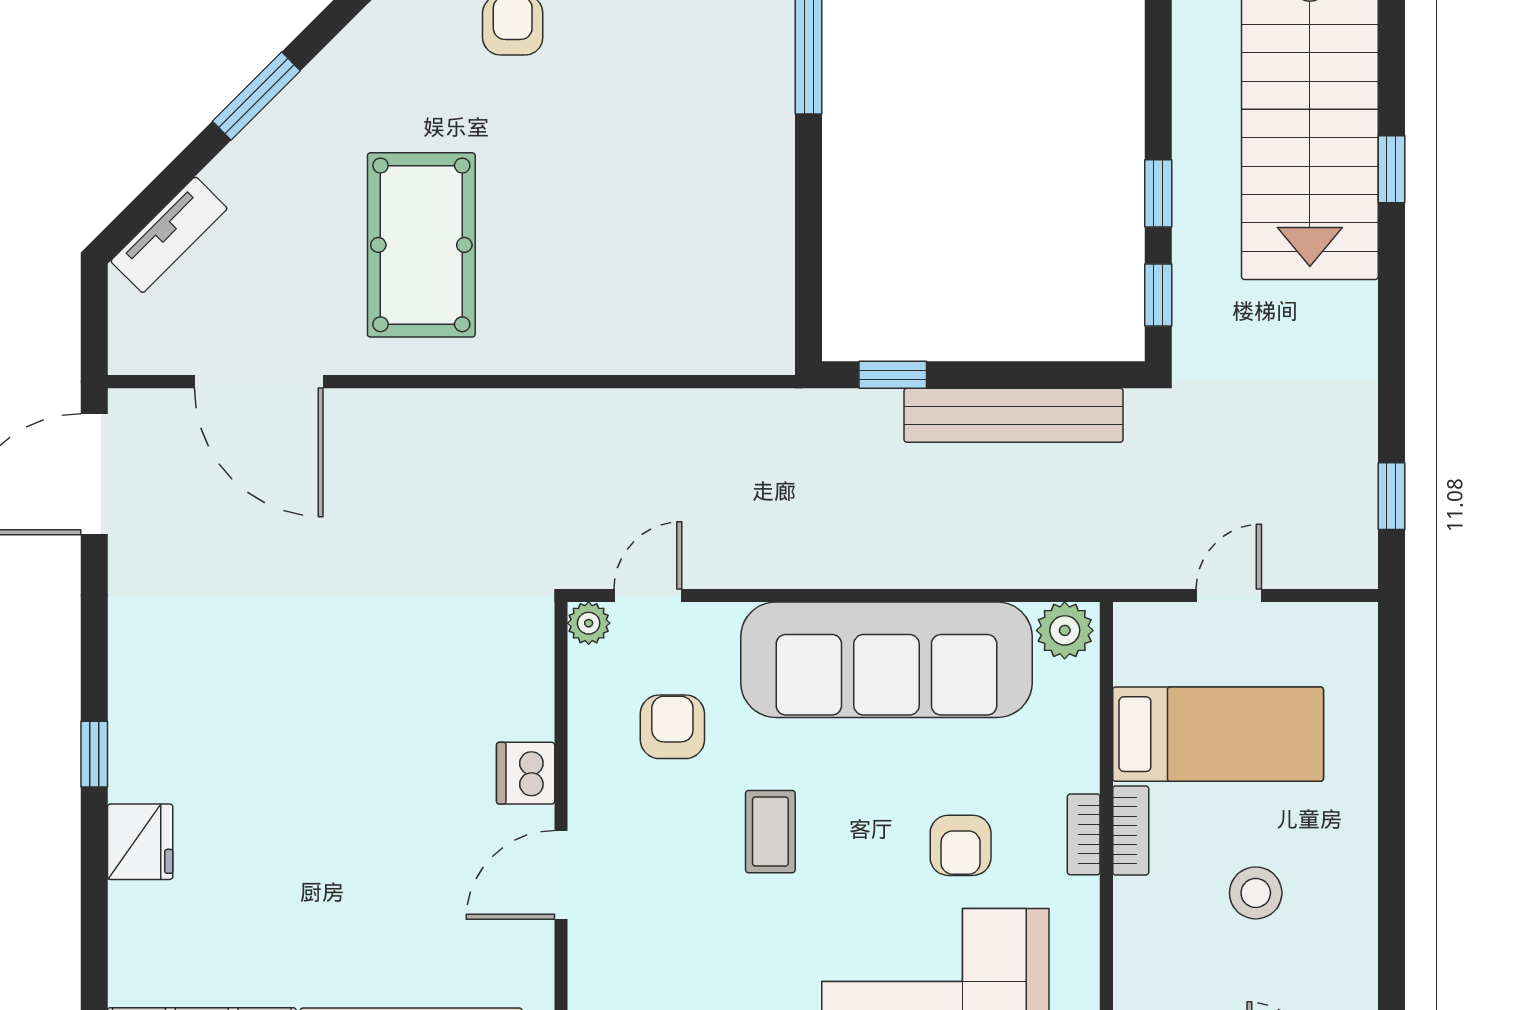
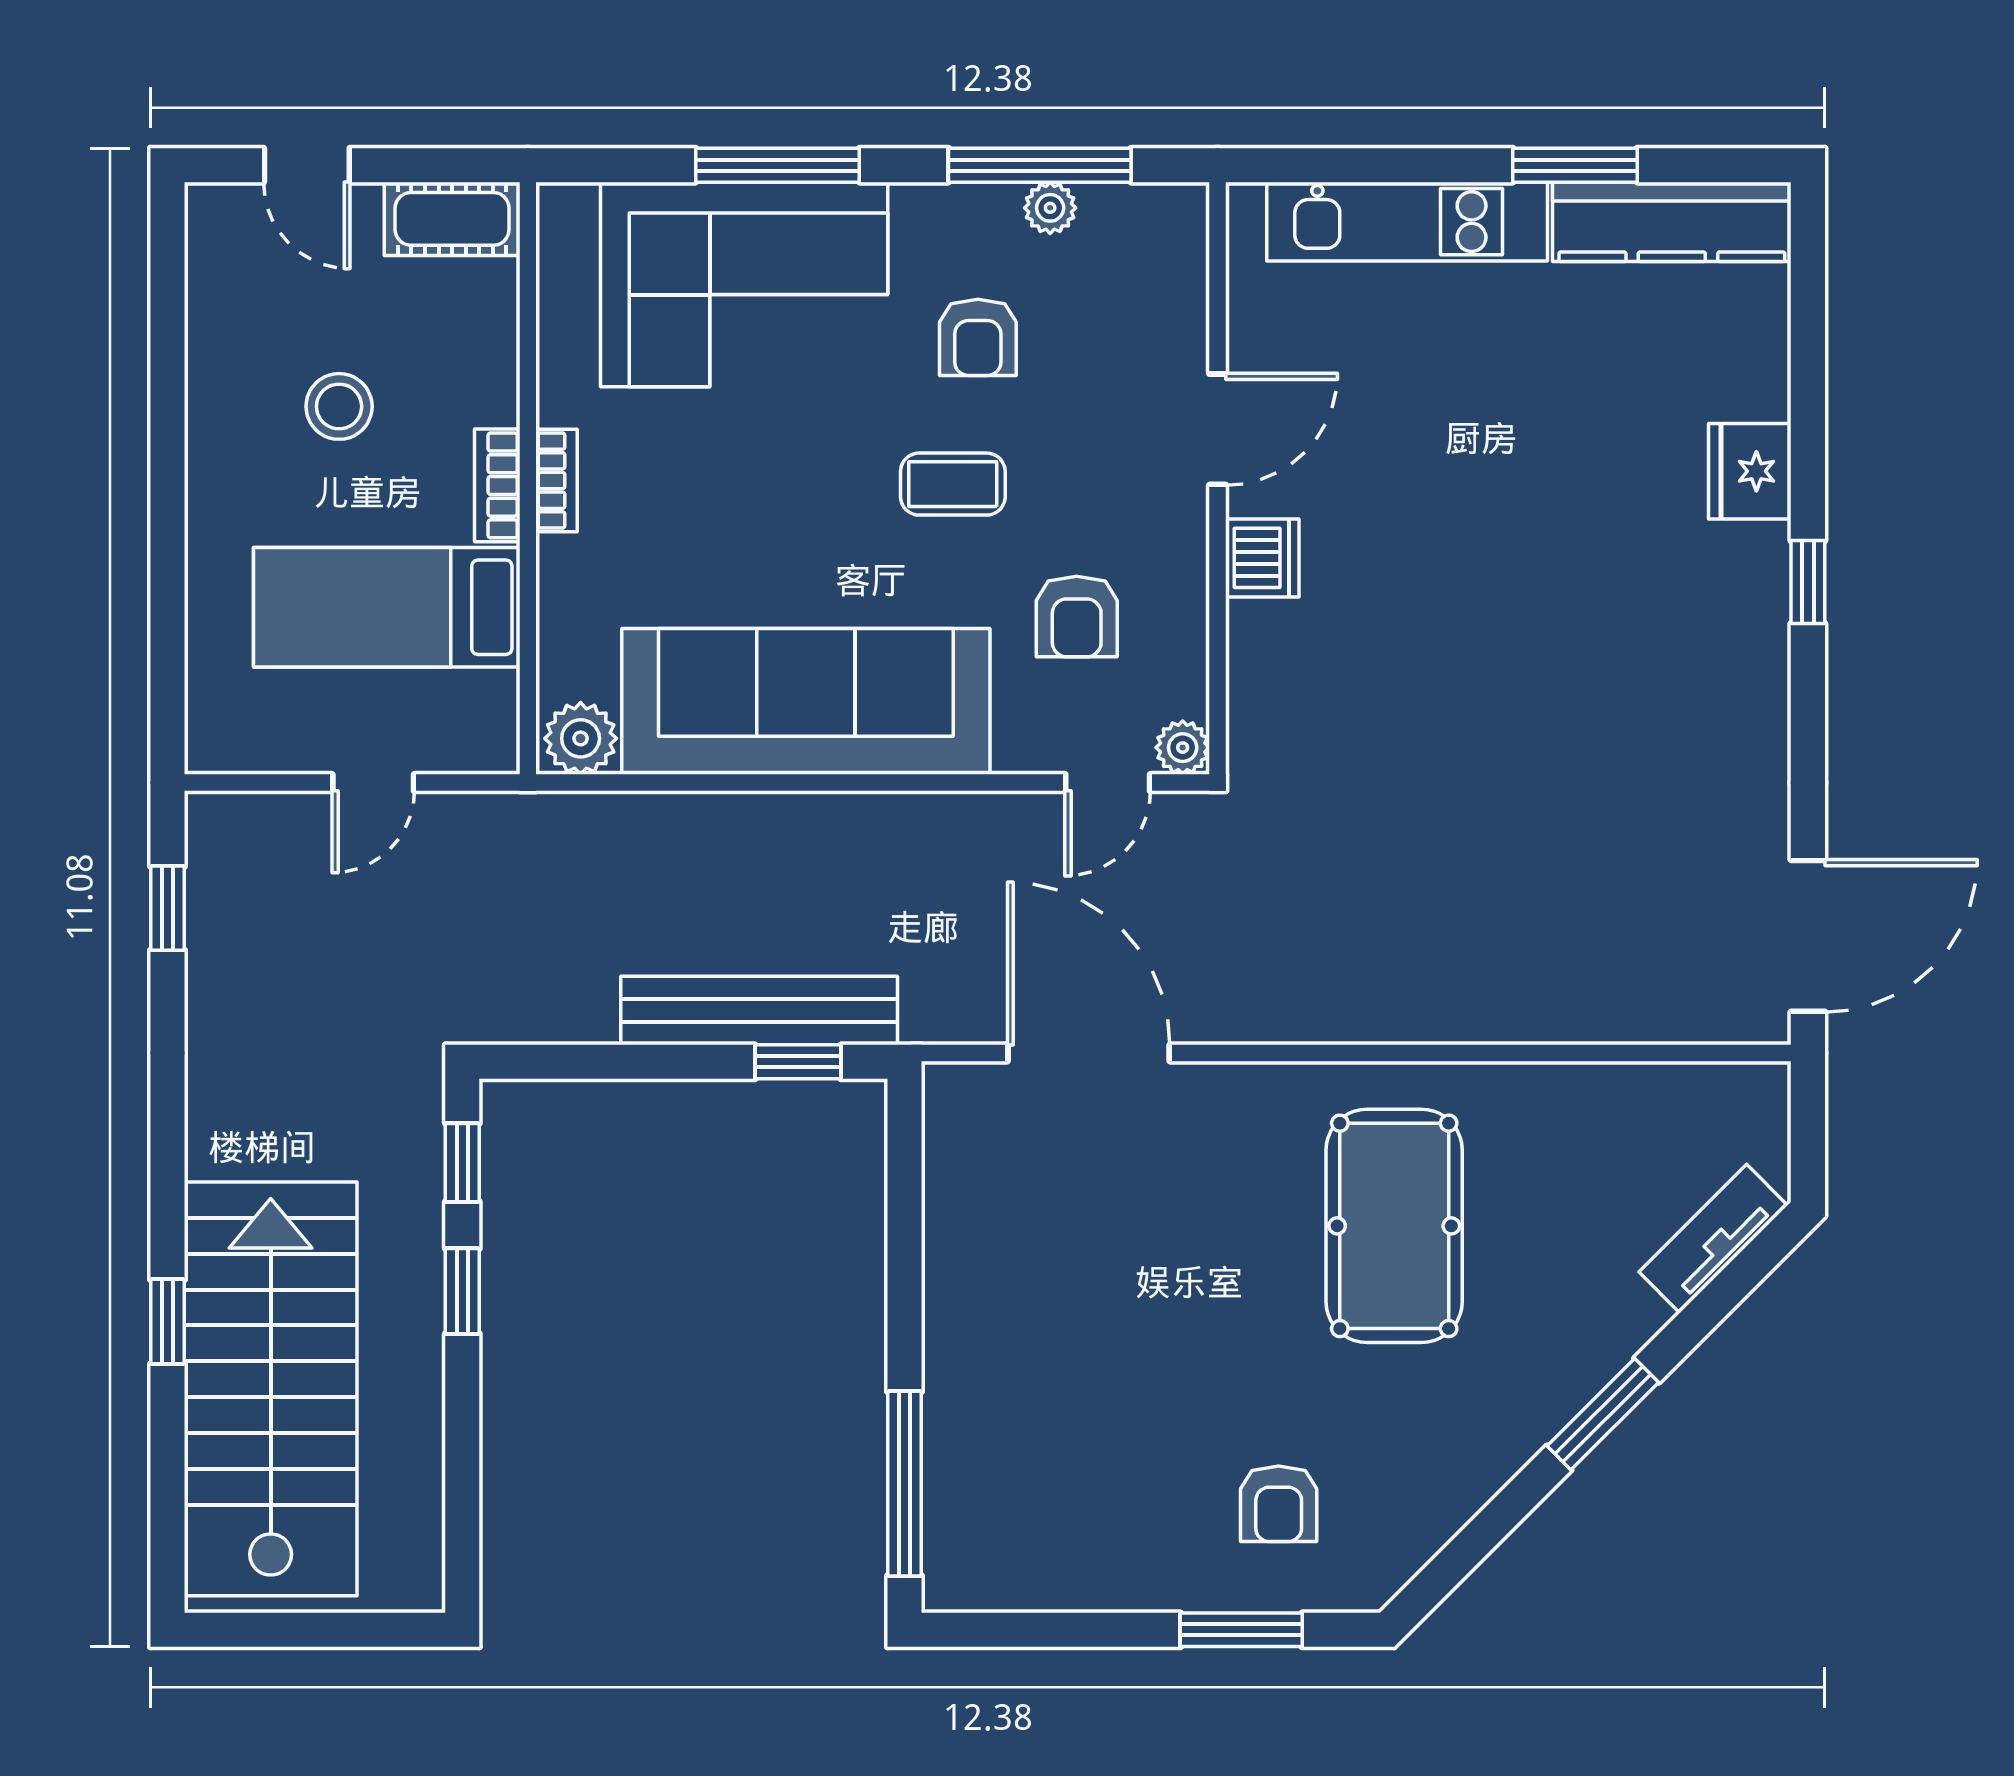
door: (259, 382) -> (1089, 1053), moved
bench: (1014, 415) -> (759, 1010), moved
coffee table: (770, 832) -> (953, 484), turned 90
armchair: (961, 845) -> (978, 337), moved, turned 180

